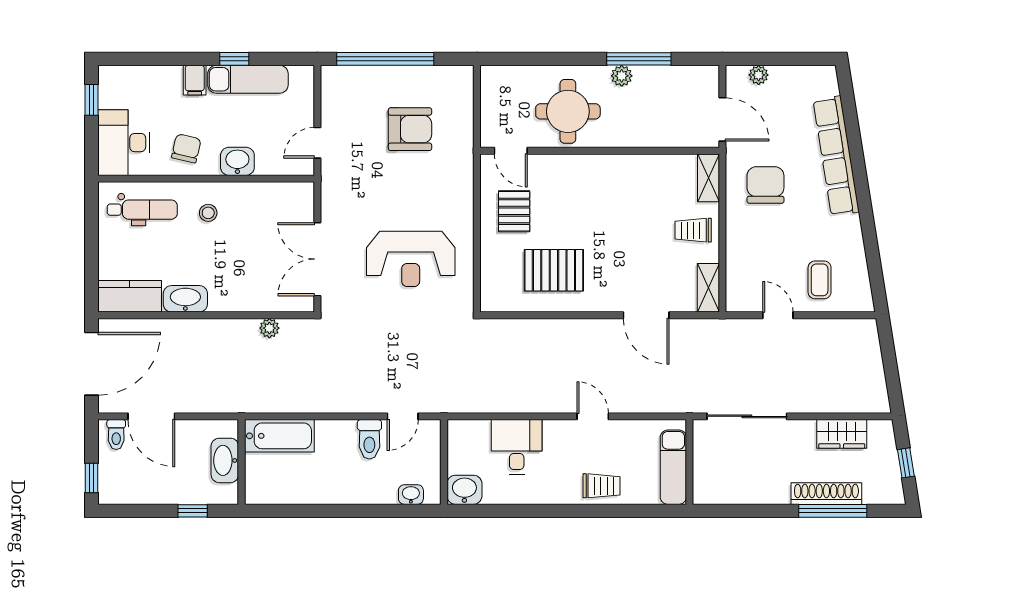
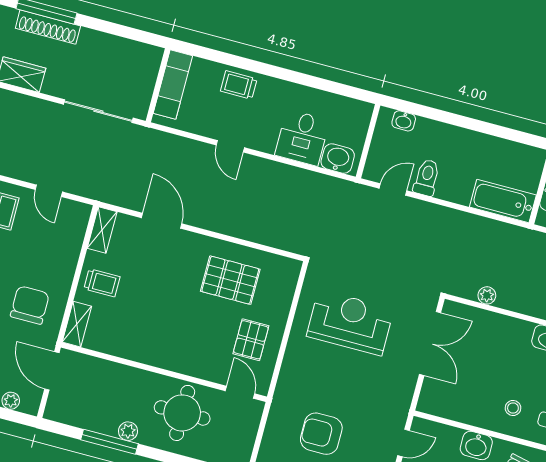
chair: (765, 185) -> (30, 305), turned 180
washbasin: (464, 490) -> (338, 159), moved, turned 180

